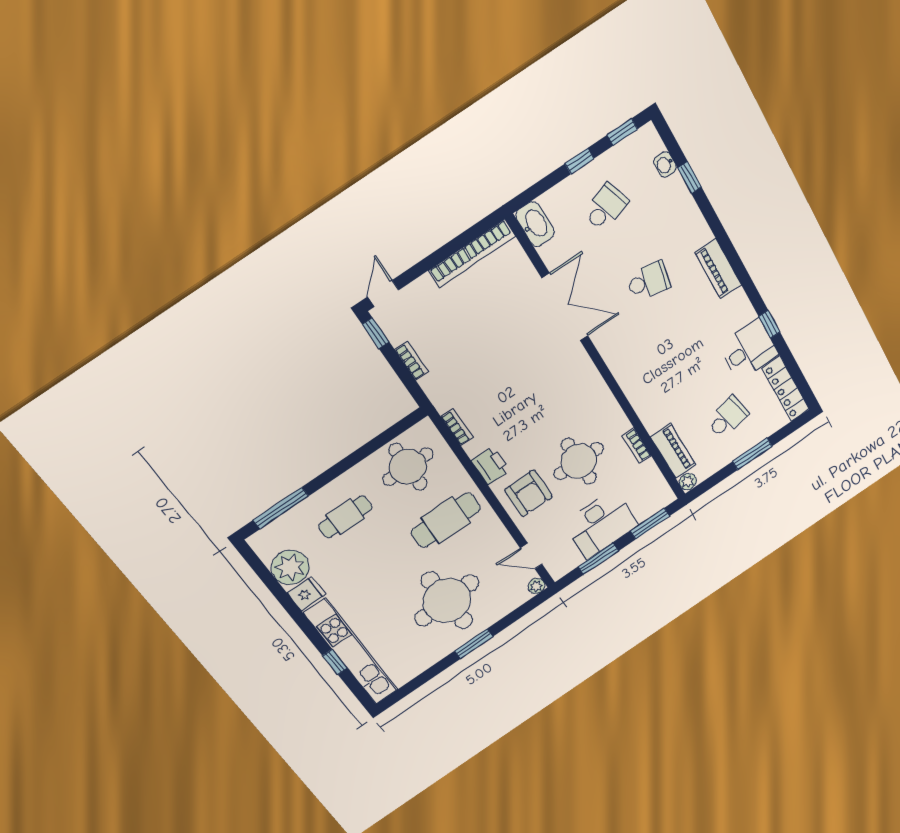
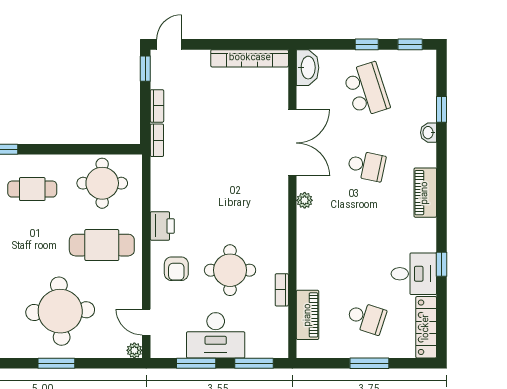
washbasin: (665, 165) -> (428, 133), moved
school desk: (606, 207) -> (366, 90), width x1.85
school desk: (728, 417) -> (366, 318), turned 30
bookcase: (457, 427) -> (157, 140), moved
plant: (688, 482) -> (305, 200), moved
armchair: (529, 493) -> (176, 269), width x0.72, depth x0.72

